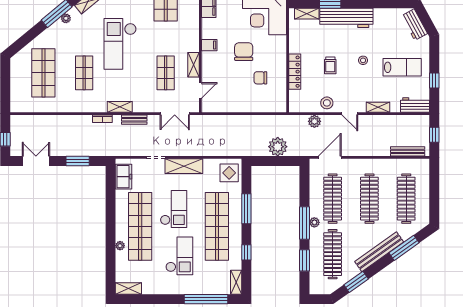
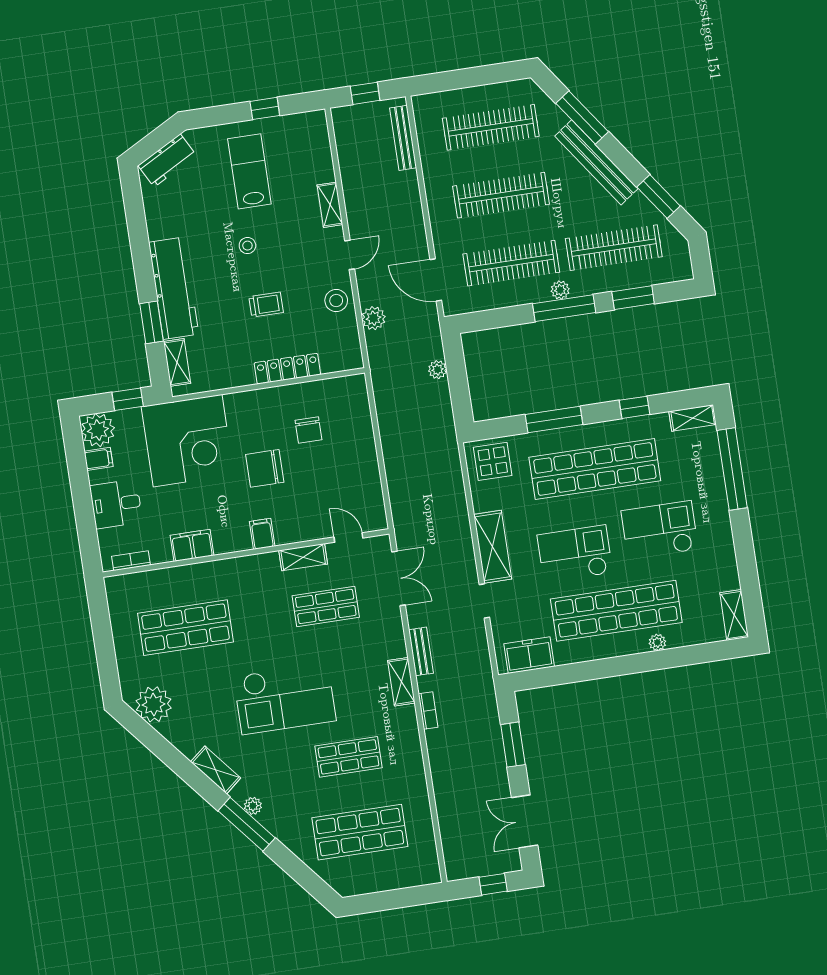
workbench: (415, 105) -> (315, 137), removed
plant: (278, 147) -> (438, 370), width x0.53, depth x0.53

